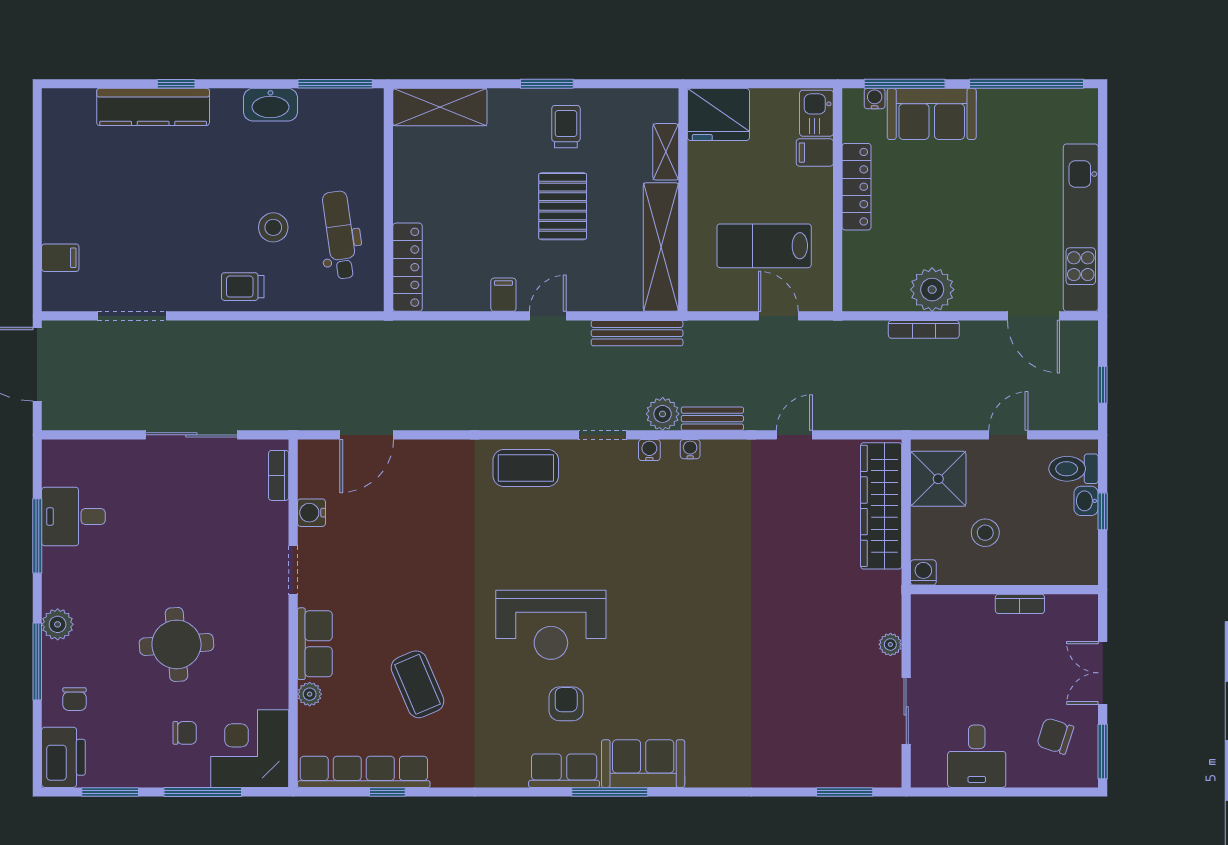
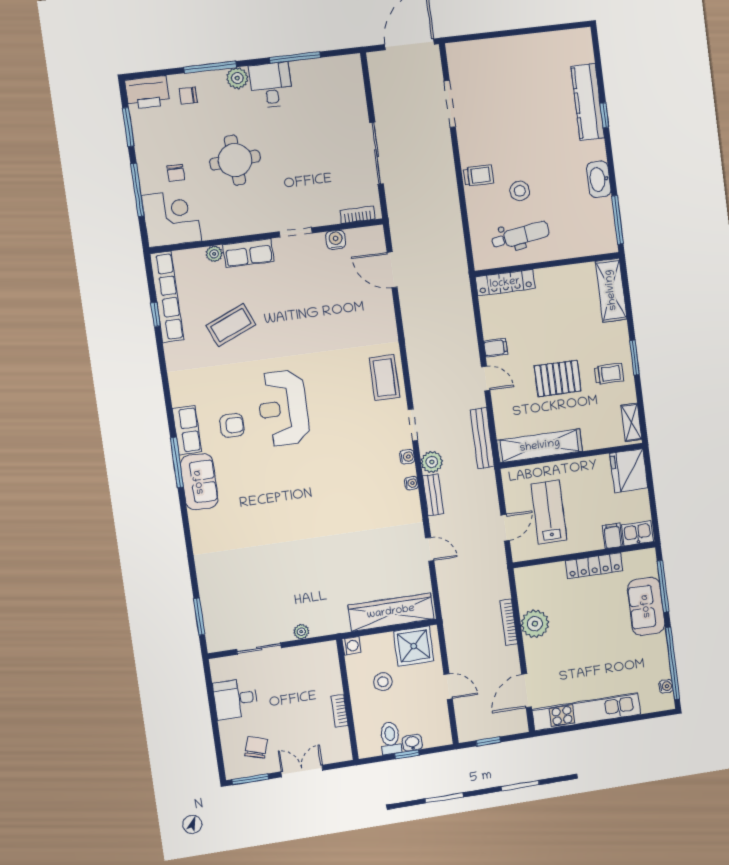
water cooler: (875, 99) -> (666, 686), moved
shelving: (666, 152) -> (631, 422), moved, turned 90
filing cabinet: (60, 258) -> (482, 52), removed
trolley: (243, 287) -> (479, 175), turned 90
toilet: (1073, 469) -> (390, 738), moved
desk: (73, 516) -> (271, 85), moved

